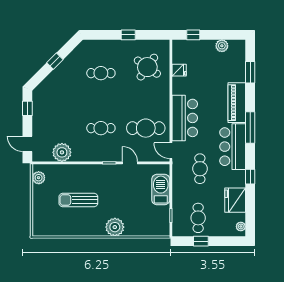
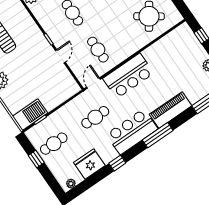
fridge: (179, 70) -> (165, 44), removed
cafe table: (146, 128) -> (98, 50), width x0.73, depth x0.74
barbecue: (161, 190) -> (30, 115), moved

